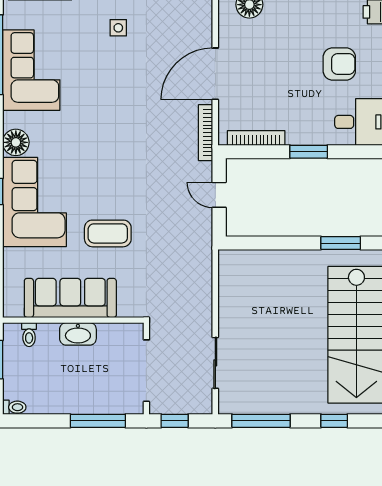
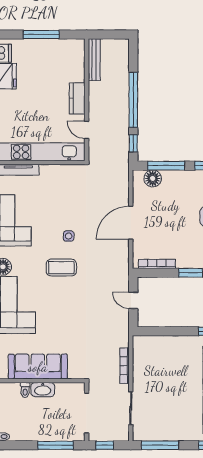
side table: (118, 28) -> (69, 236), moved
bookcase: (206, 133) -> (125, 366), moved
coffee table: (108, 233) -> (61, 268), moved
toilet: (29, 335) -> (25, 390), moved

